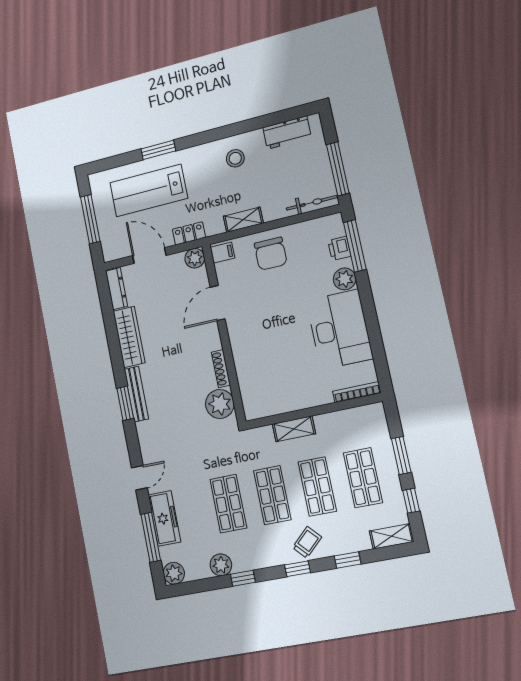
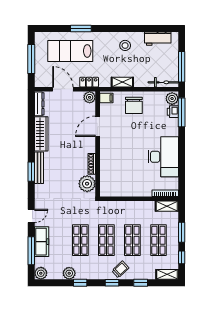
plant: (345, 279) -> (172, 99), moved
shelving: (294, 429) -> (167, 206), moved

